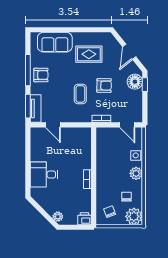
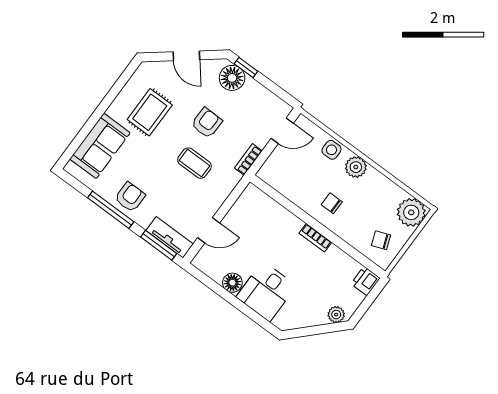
floor lamp: (36, 155) -> (232, 283), added
chair: (127, 197) -> (332, 203), moved

